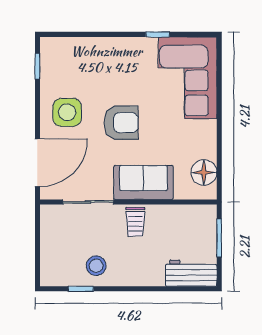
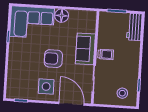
armchair: (121, 123) -> (53, 59), turned -90
floor lamp: (204, 172) -> (62, 16), moved
stool: (96, 266) -> (122, 93), moved

